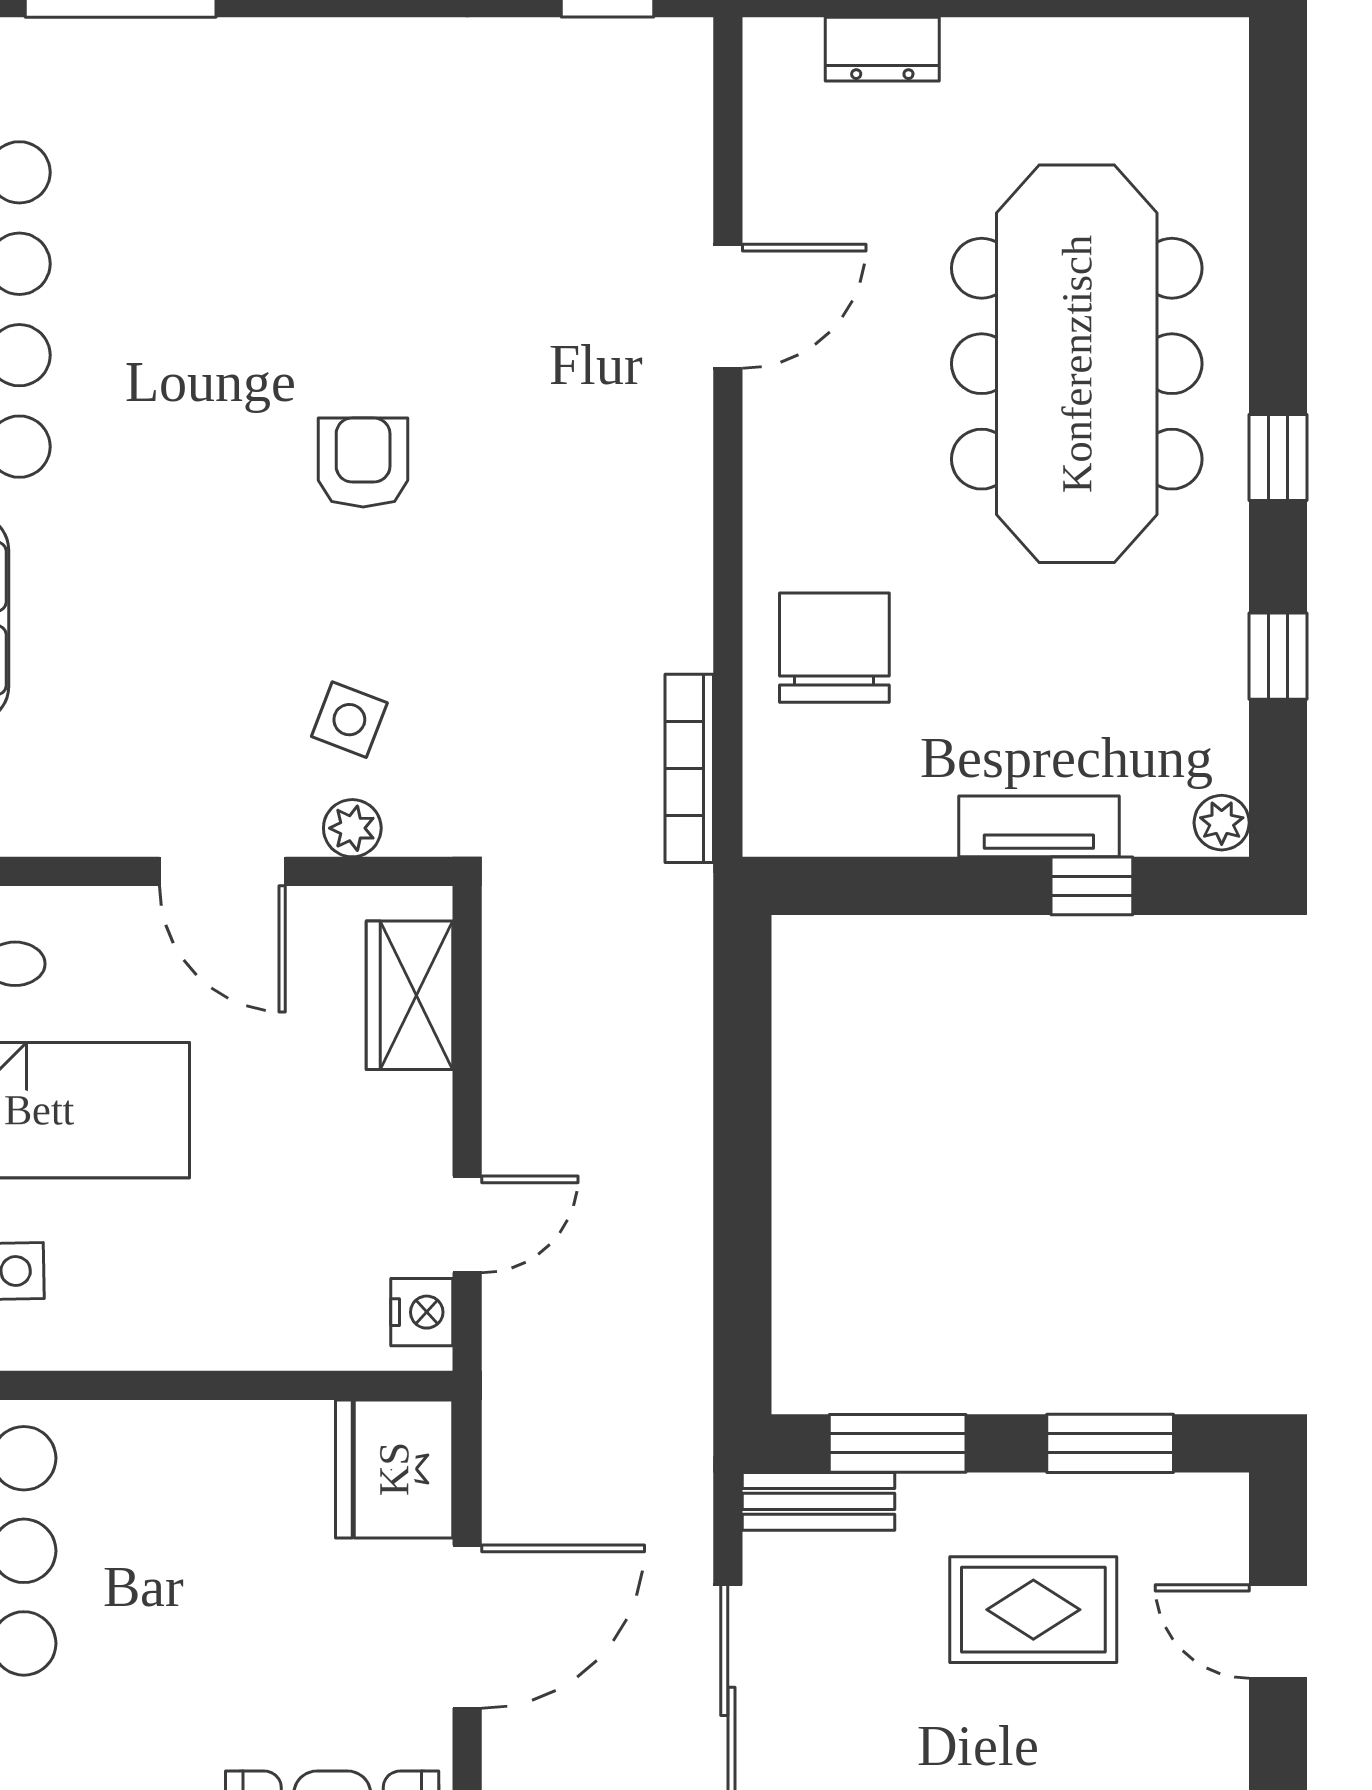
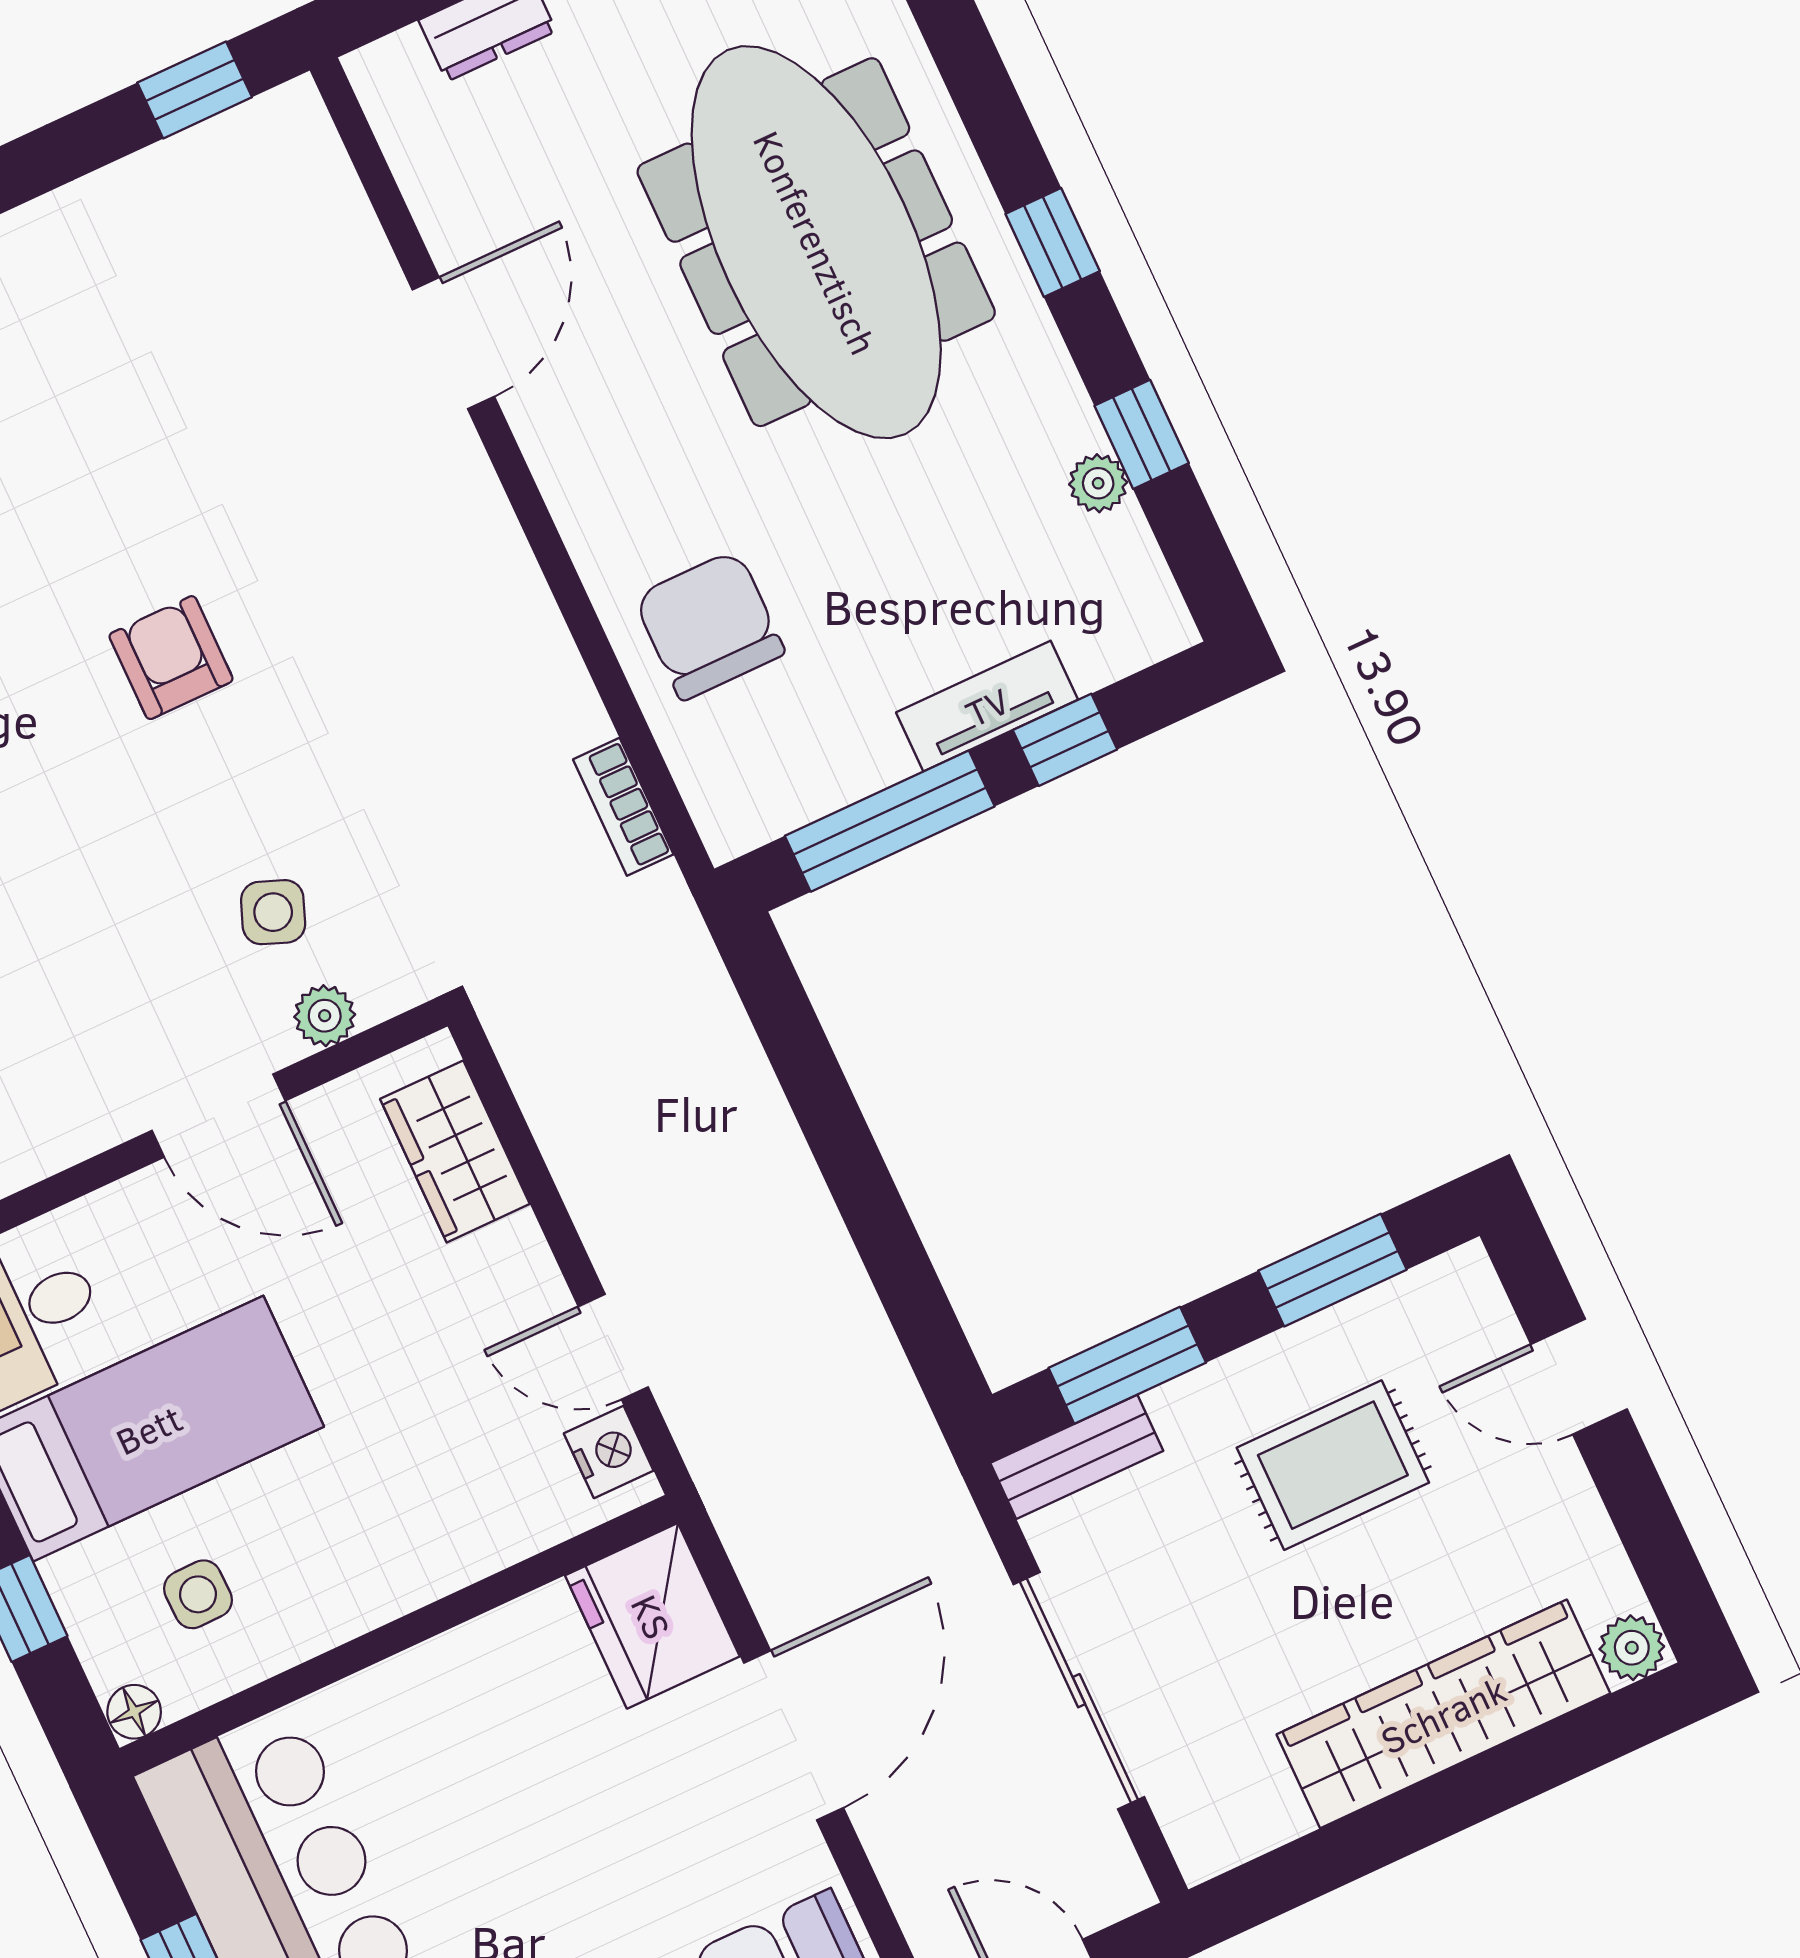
bookcase: (689, 768) -> (623, 807), width x0.64
plant: (1222, 823) -> (1098, 483), moved
window: (911, 886) -> (890, 821), added
door: (467, 1224) -> (613, 1347), swing flipped

